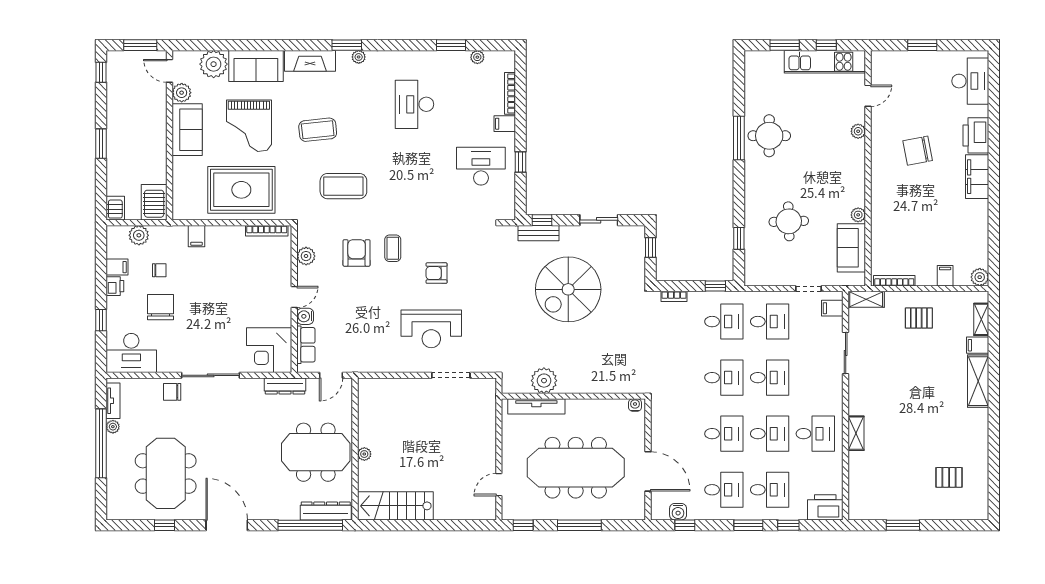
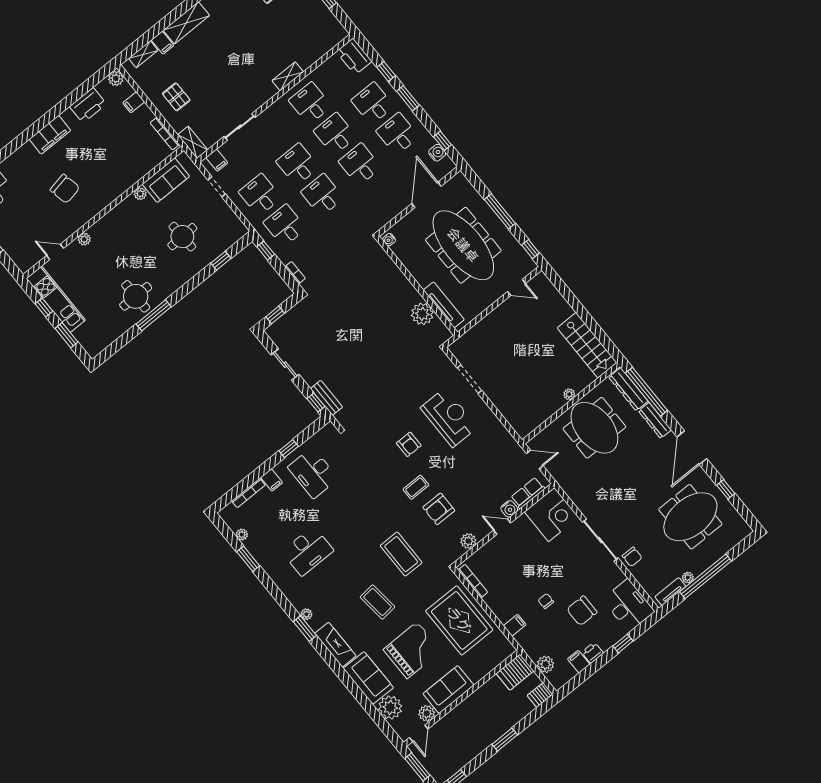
printer: (976, 135) -> (88, 105), moved
chair: (159, 270) -> (546, 601), moved
spiral stairs: (568, 289) -> (348, 347), removed
dresser: (285, 386) -> (655, 420), moved, turned 180

